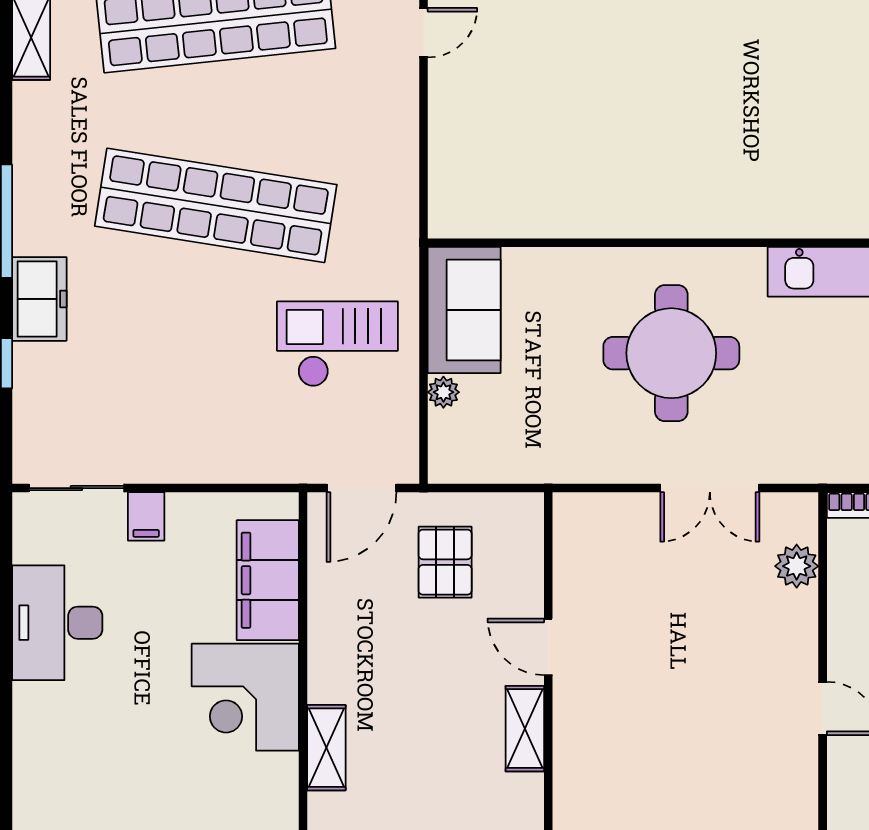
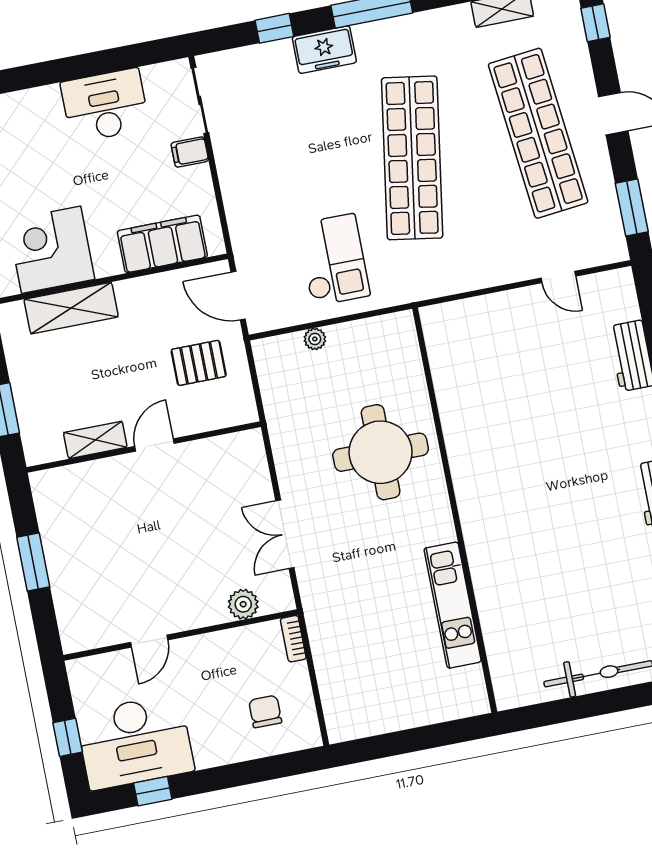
sofa: (464, 310) -> (374, 342), removed
round table: (671, 353) -> (381, 452), moved
corner desk: (245, 697) -> (51, 250), moved
shelving: (326, 748) -> (71, 308), width x1.50, depth x1.33

